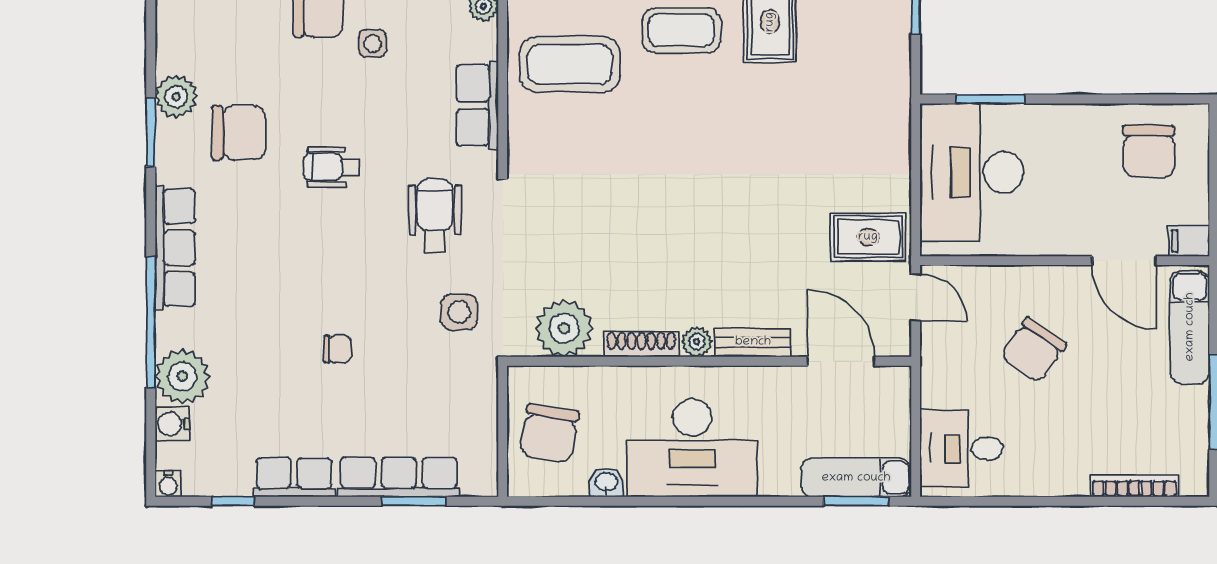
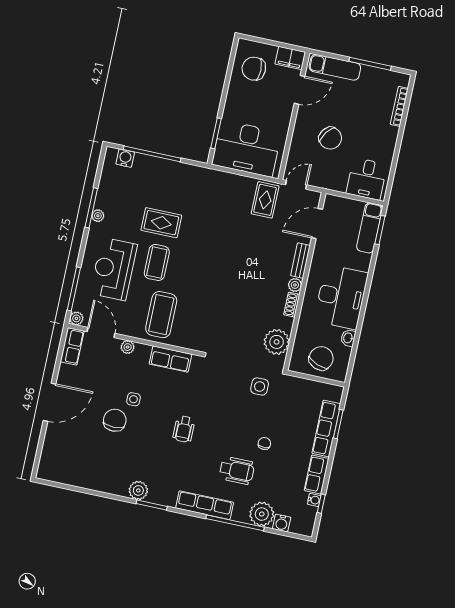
chair: (239, 133) -> (160, 466), removed
chair: (1149, 151) -> (254, 69), turned 180
wheelchair: (435, 216) -> (237, 470), moved, turned 180
filing cabinet: (1189, 241) -> (290, 58), width x2.00
shoe rack: (641, 344) -> (292, 305), width x0.70
chair: (549, 433) -> (321, 358), turned -79
water cooler: (168, 484) -> (314, 500), moved

